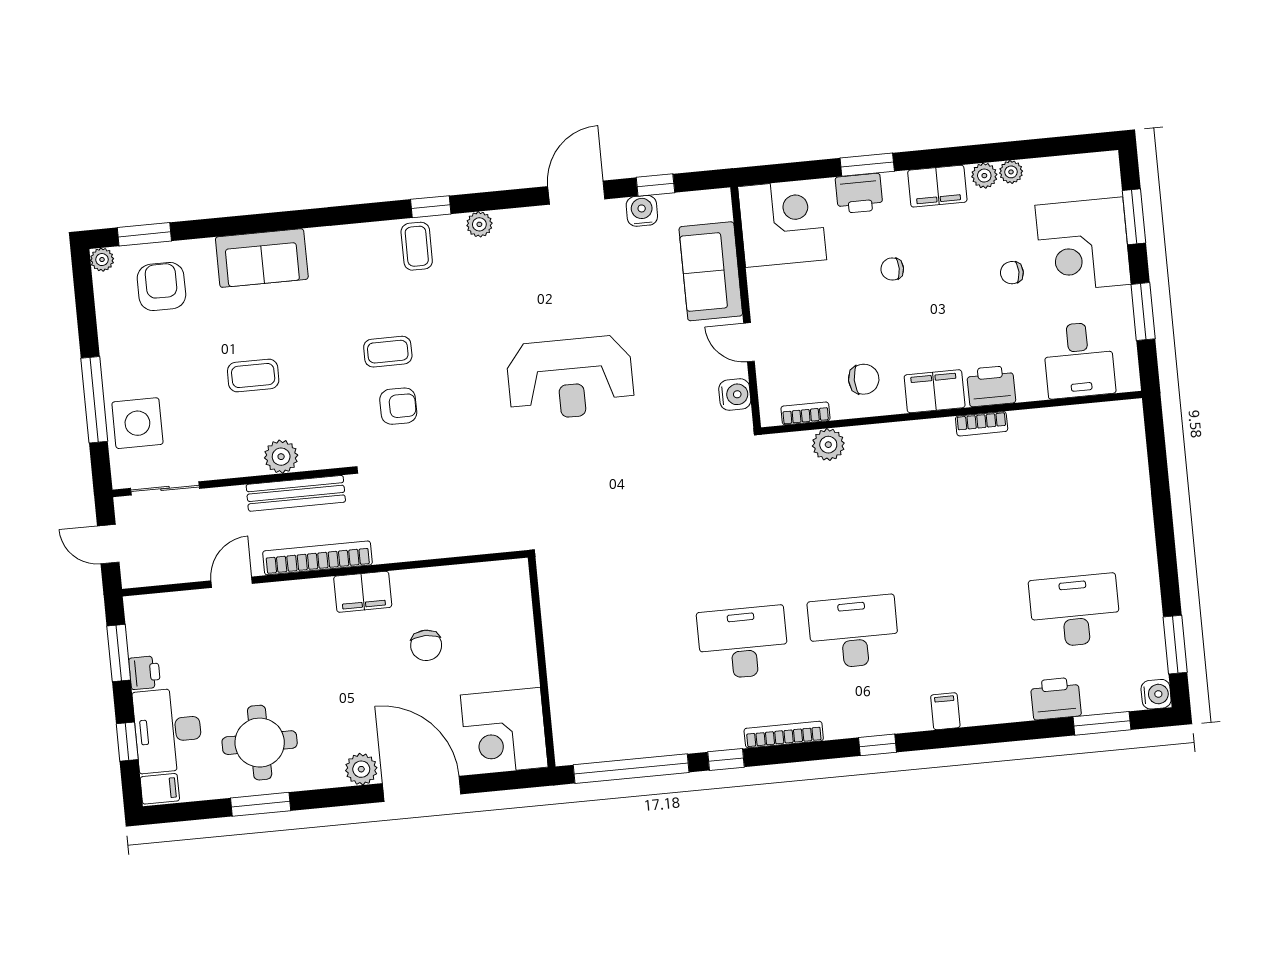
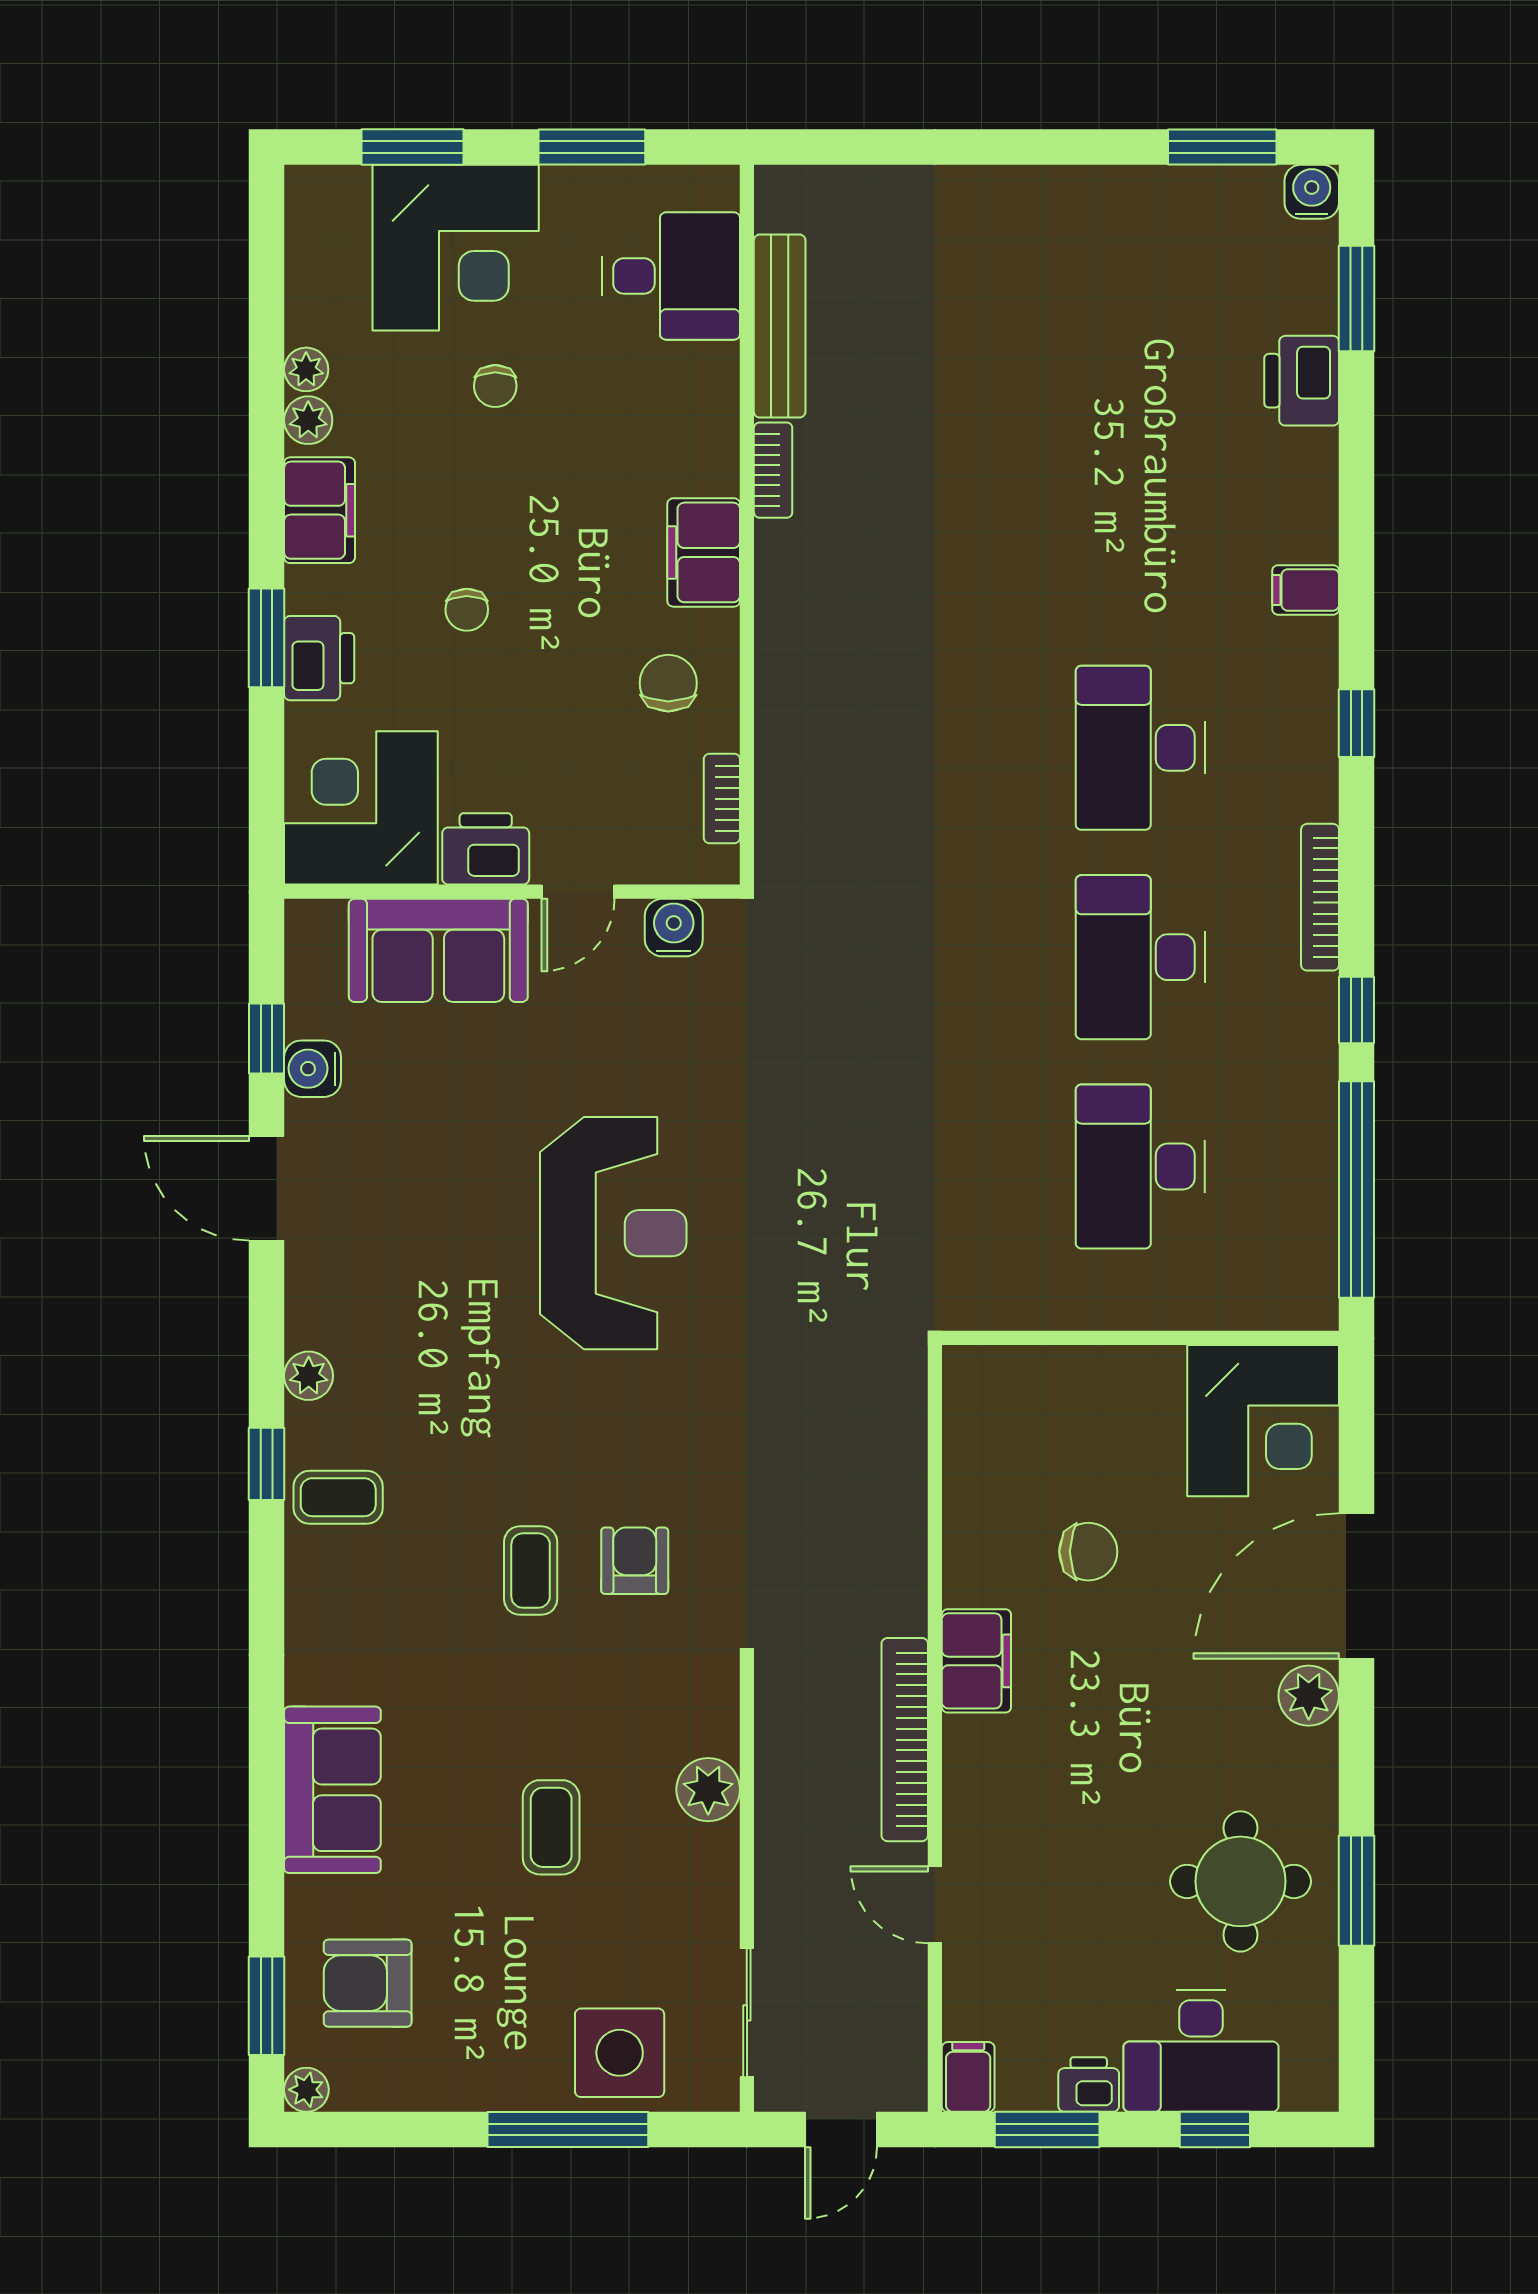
printer: (991, 386) -> (486, 849), moved, turned 90
plant: (828, 445) -> (785, 761), removed
bench: (296, 493) -> (780, 326), moved
desk: (1075, 611) -> (1140, 1167), moved
filing cabinet: (160, 789) -> (968, 2077), moved

